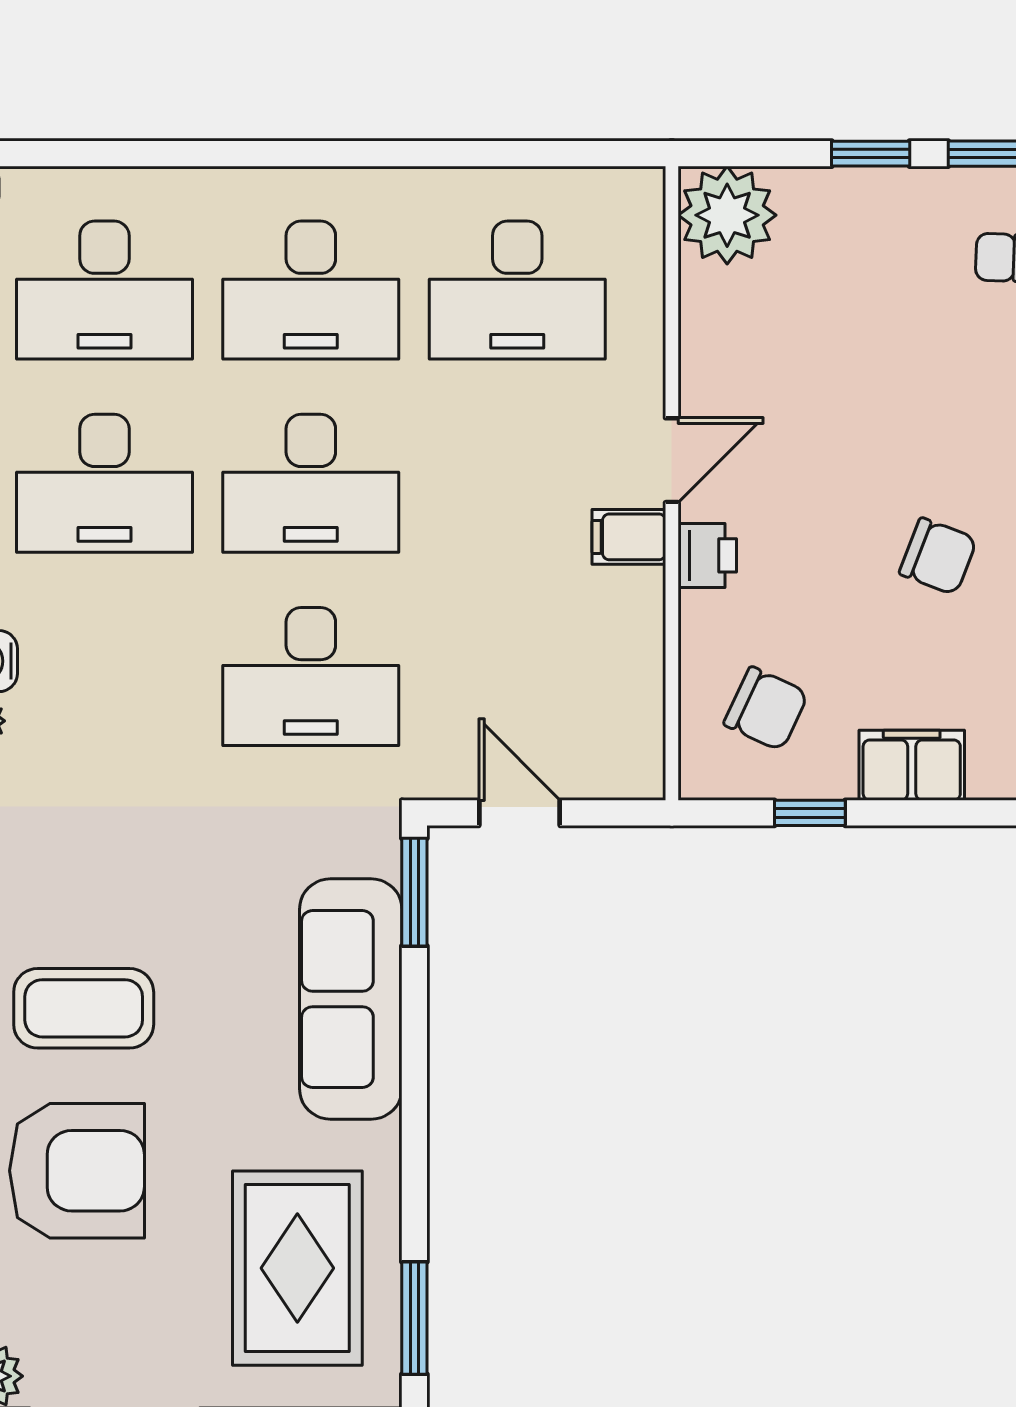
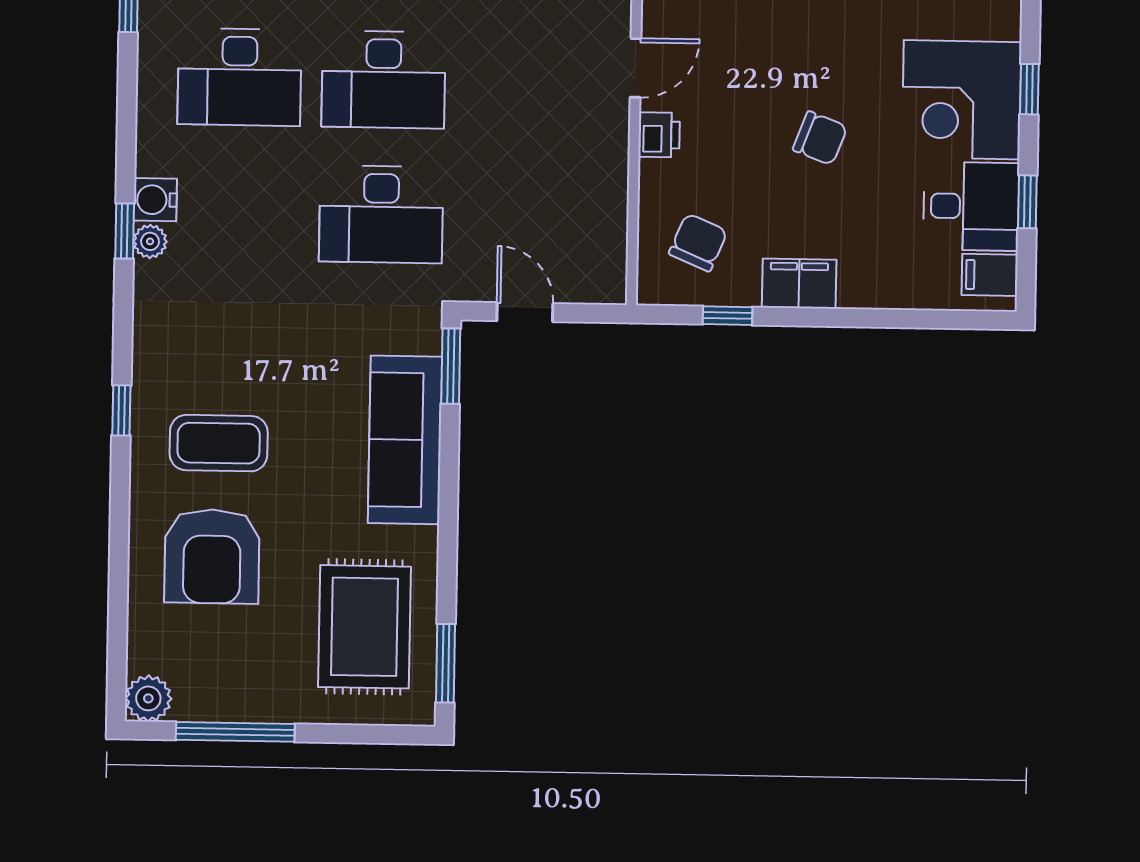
filing cabinet: (629, 537) -> (605, 121), removed
chair: (766, 709) -> (698, 242), turned -92
armchair: (77, 1171) -> (212, 556), turned 90

